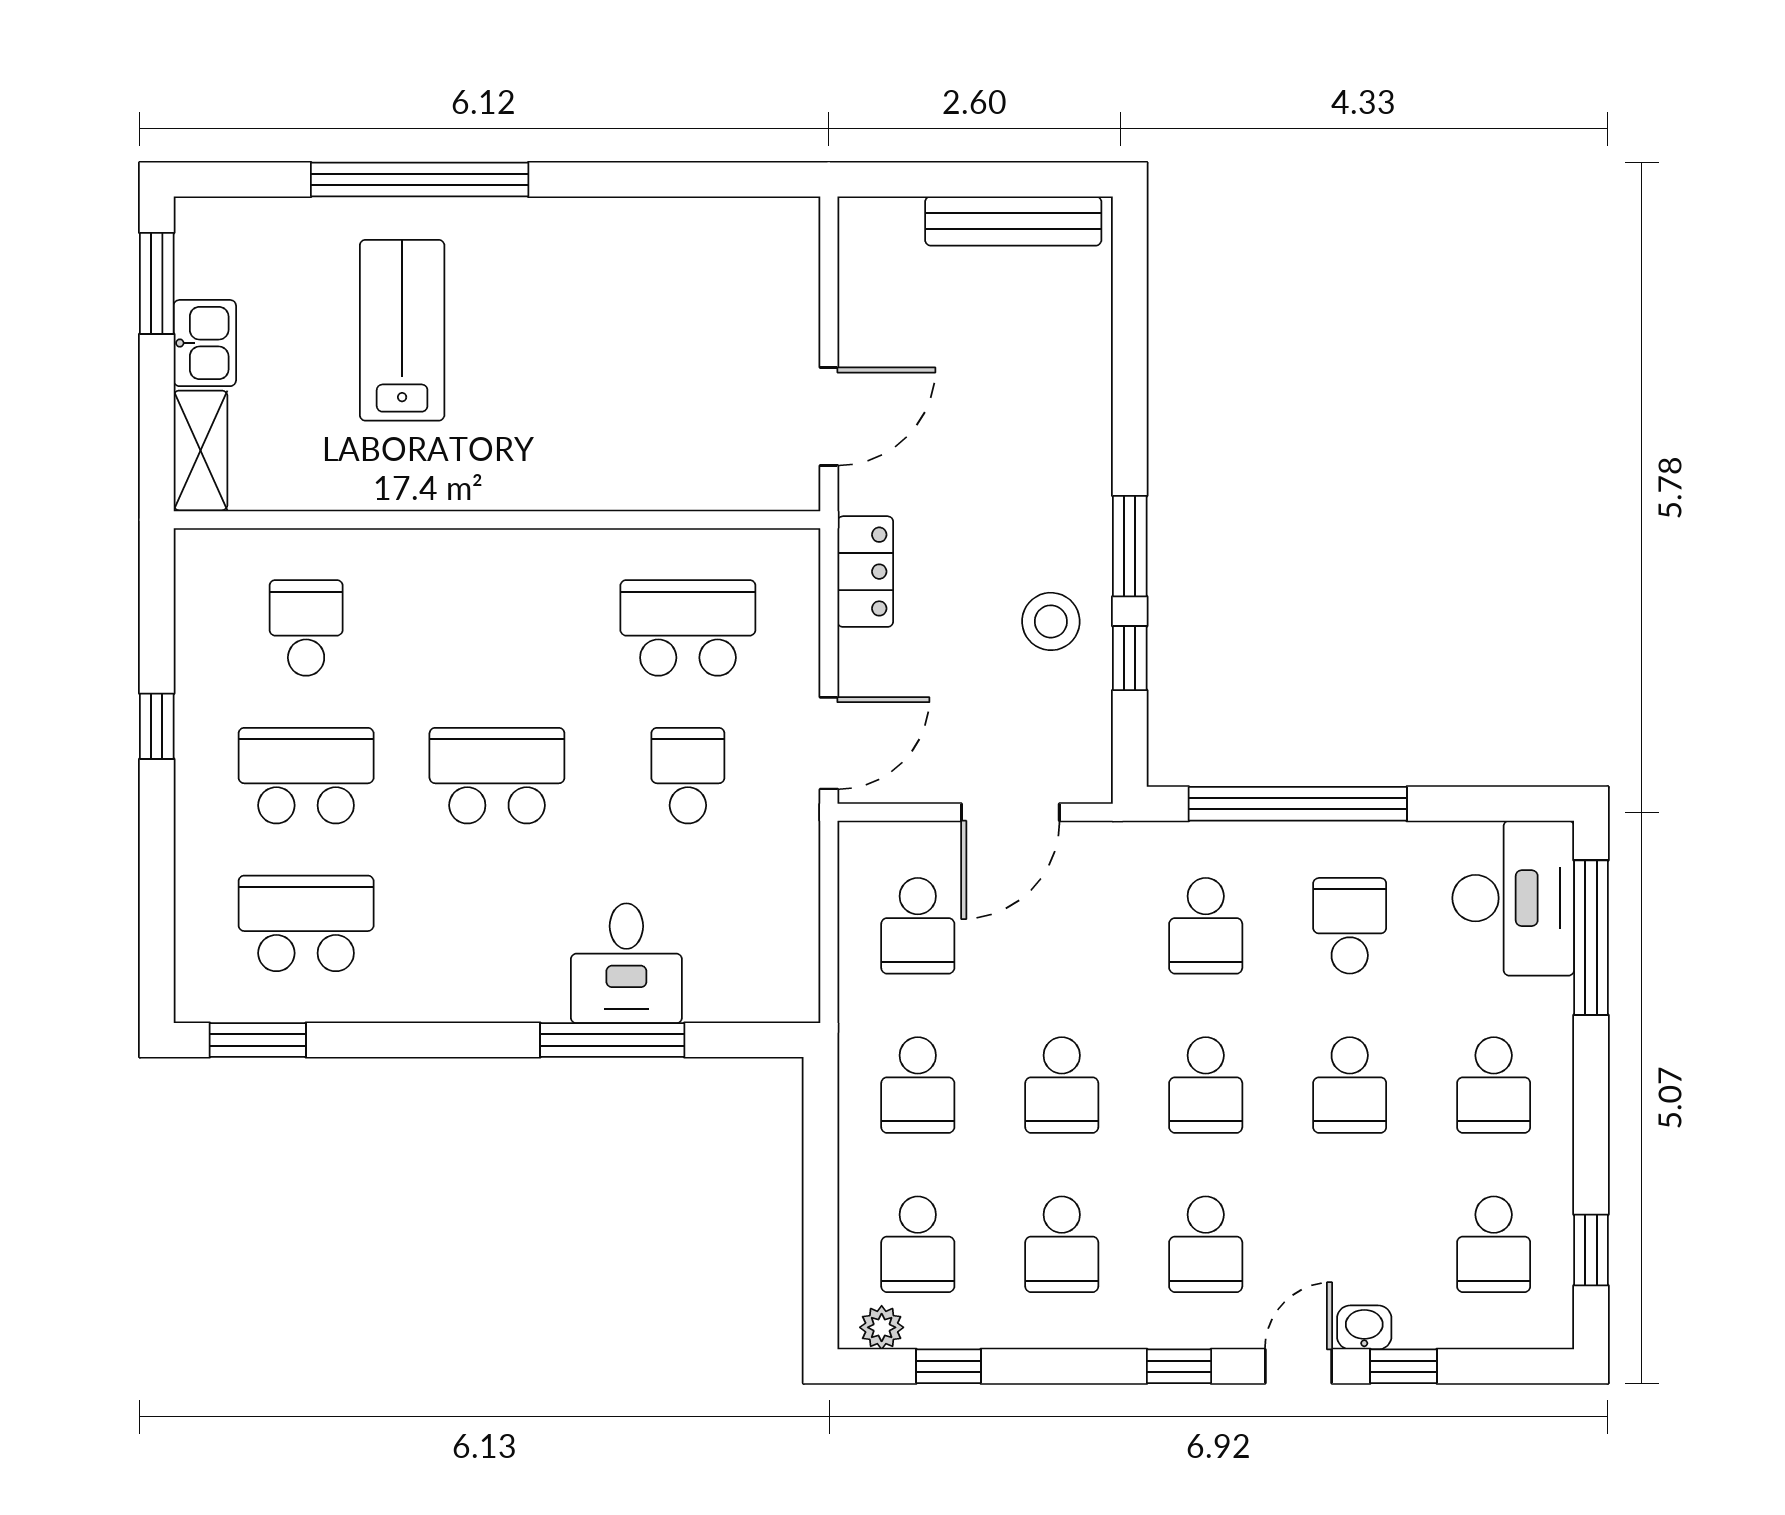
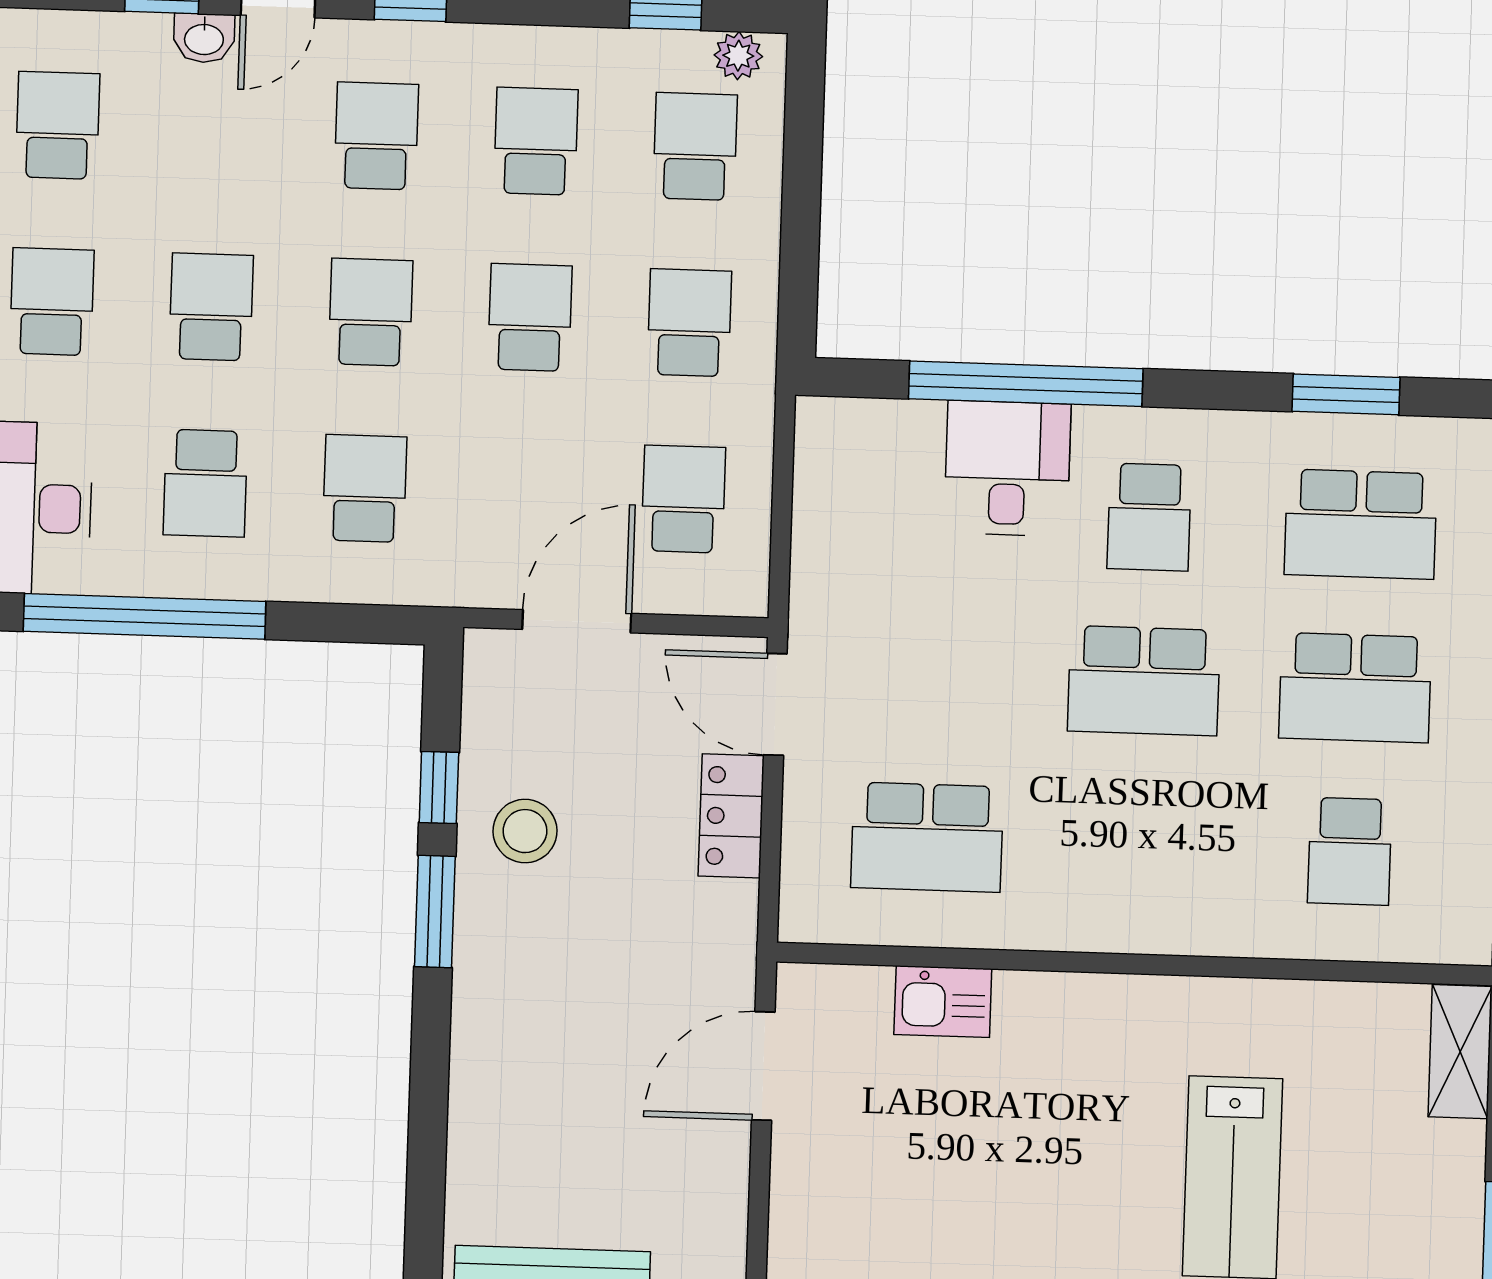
kitchen sink: (205, 343) -> (943, 1002), moved, turned -90
locker: (865, 572) -> (731, 816), moved
door: (829, 743) -> (775, 704), hinge flipped
school desk: (688, 776) -> (1149, 517), moved
window: (1298, 804) -> (145, 616), moved
window: (258, 1040) -> (1346, 394), moved
window: (612, 1040) -> (1026, 384), width x1.46

